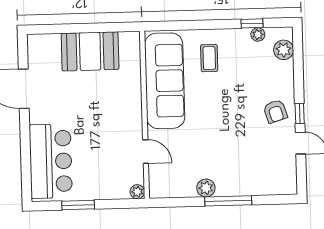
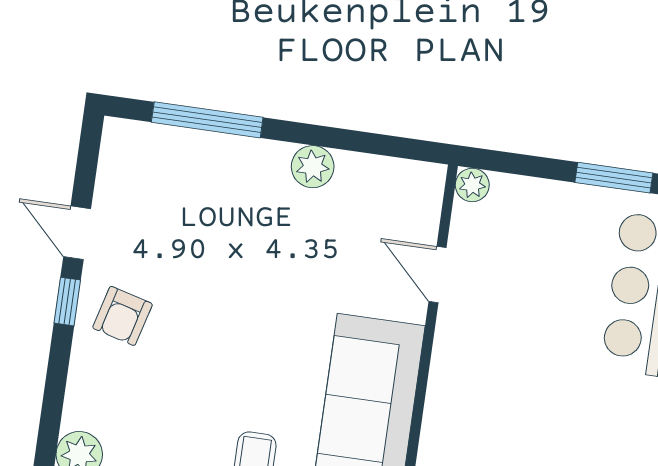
armchair: (275, 111) -> (123, 316), turned -148
window: (228, 201) -> (207, 120), moved

